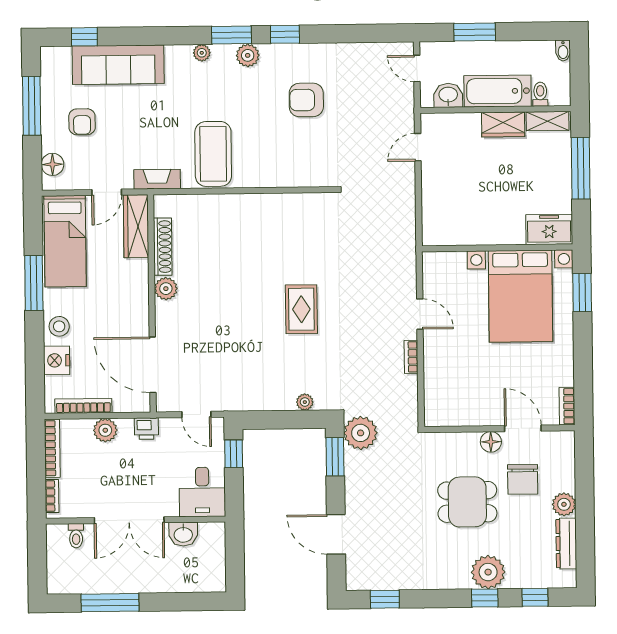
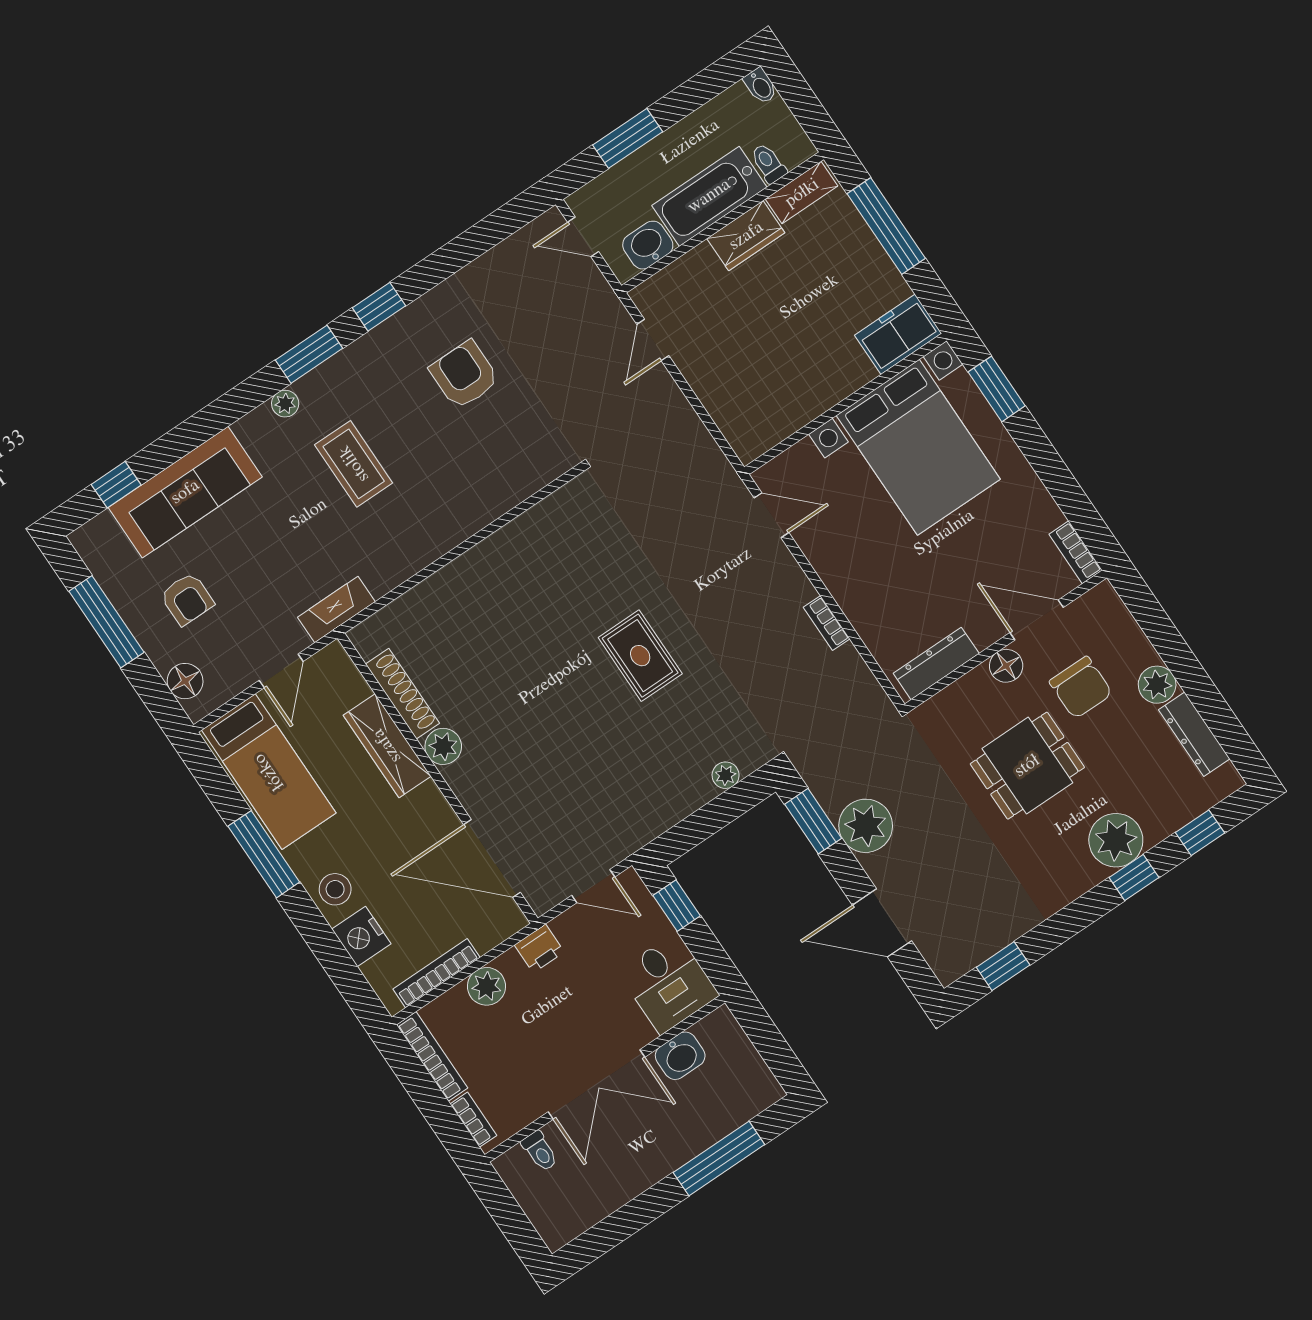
plant: (248, 55) -> (348, 367), removed
armchair: (306, 100) -> (464, 375), turned 90
coffee table: (213, 154) -> (354, 464), moved, width x0.73, depth x0.76
wardrobe: (136, 226) -> (387, 746), moved
door: (420, 314) -> (771, 515), moved
dresser: (455, 416) -> (936, 663), added
plant: (361, 433) -> (866, 826), moved
window: (110, 603) -> (719, 1158), moved

